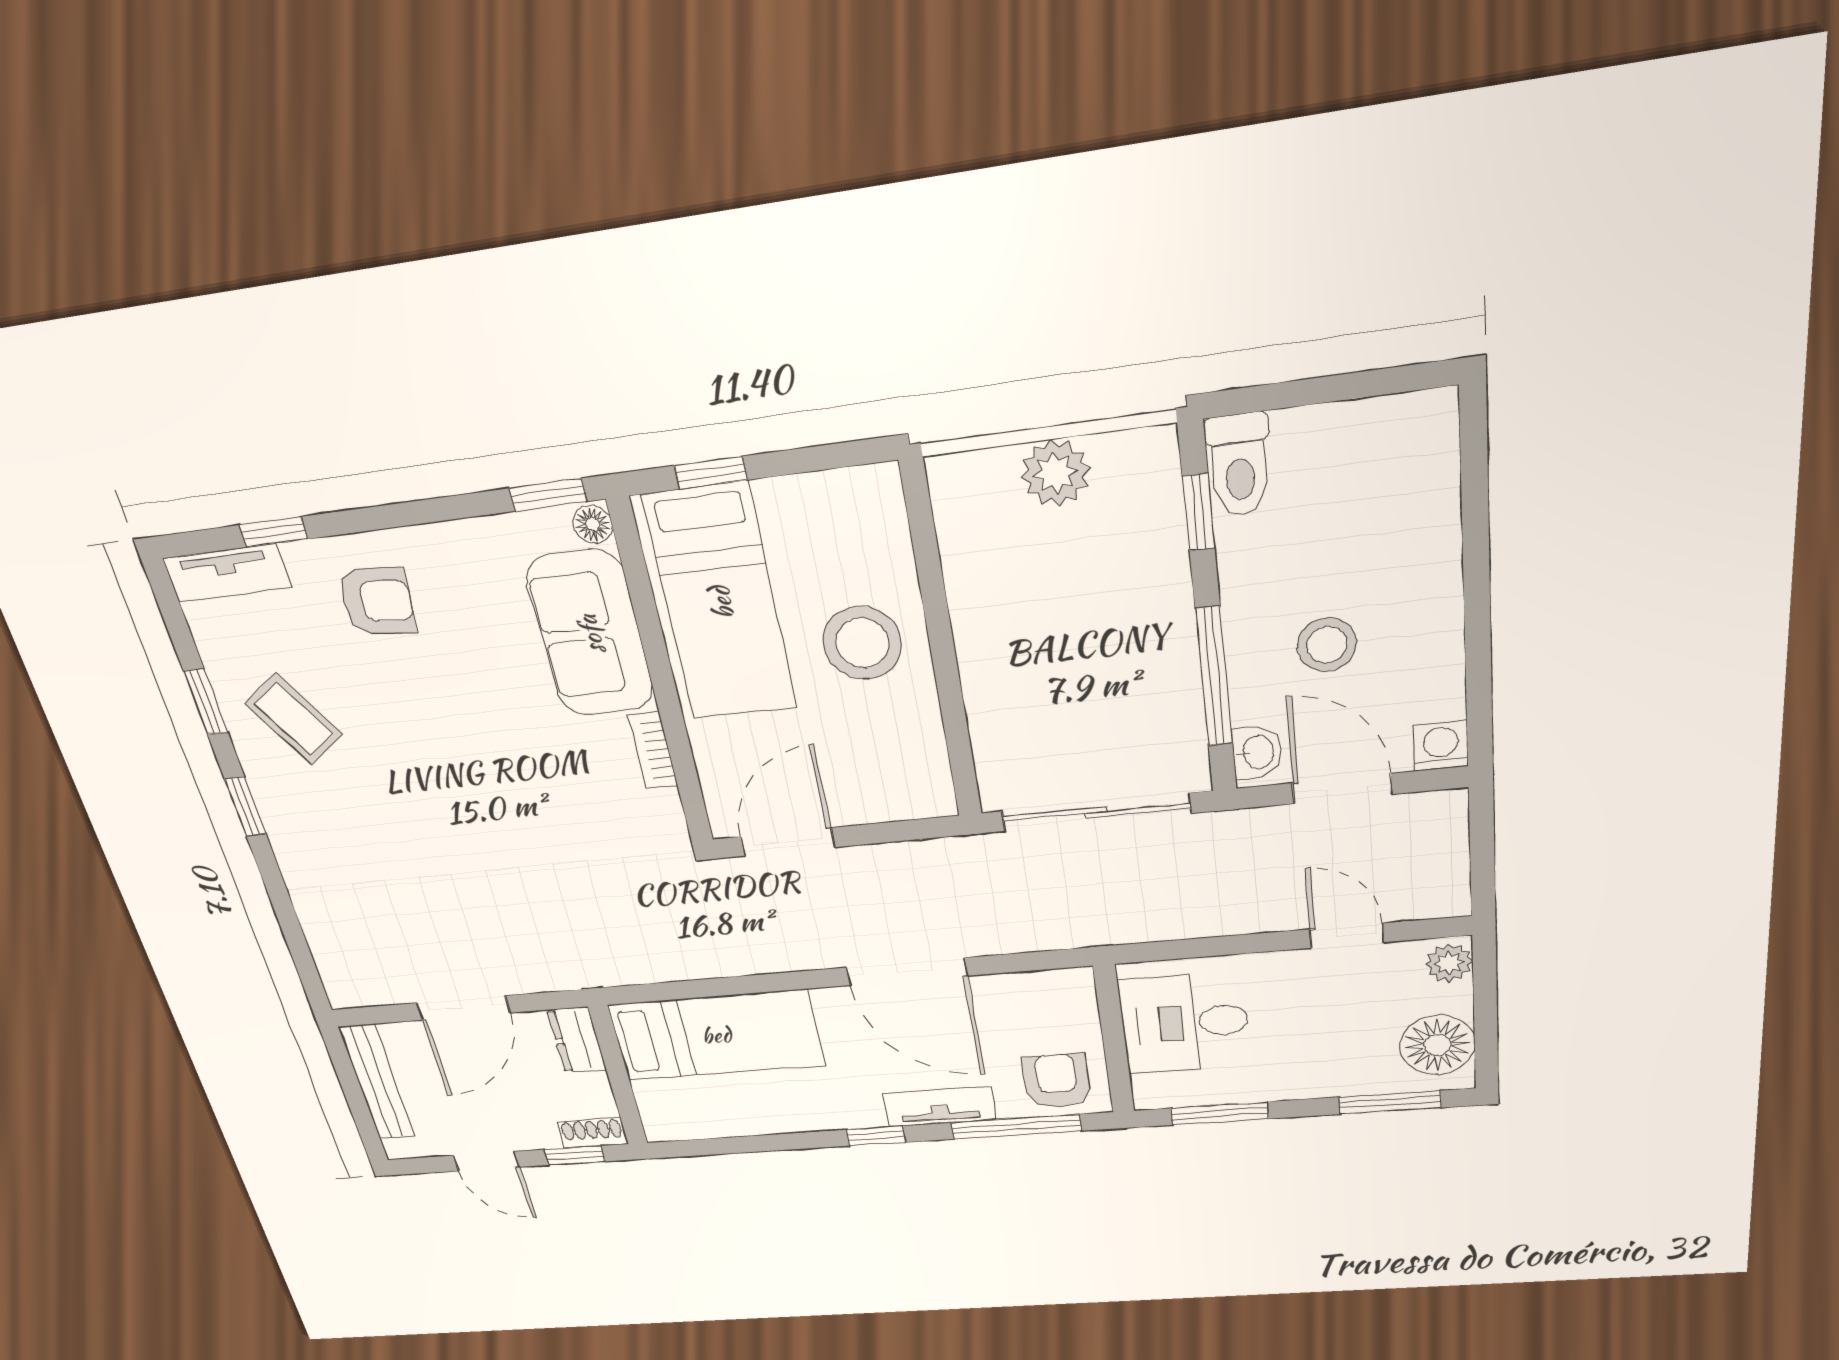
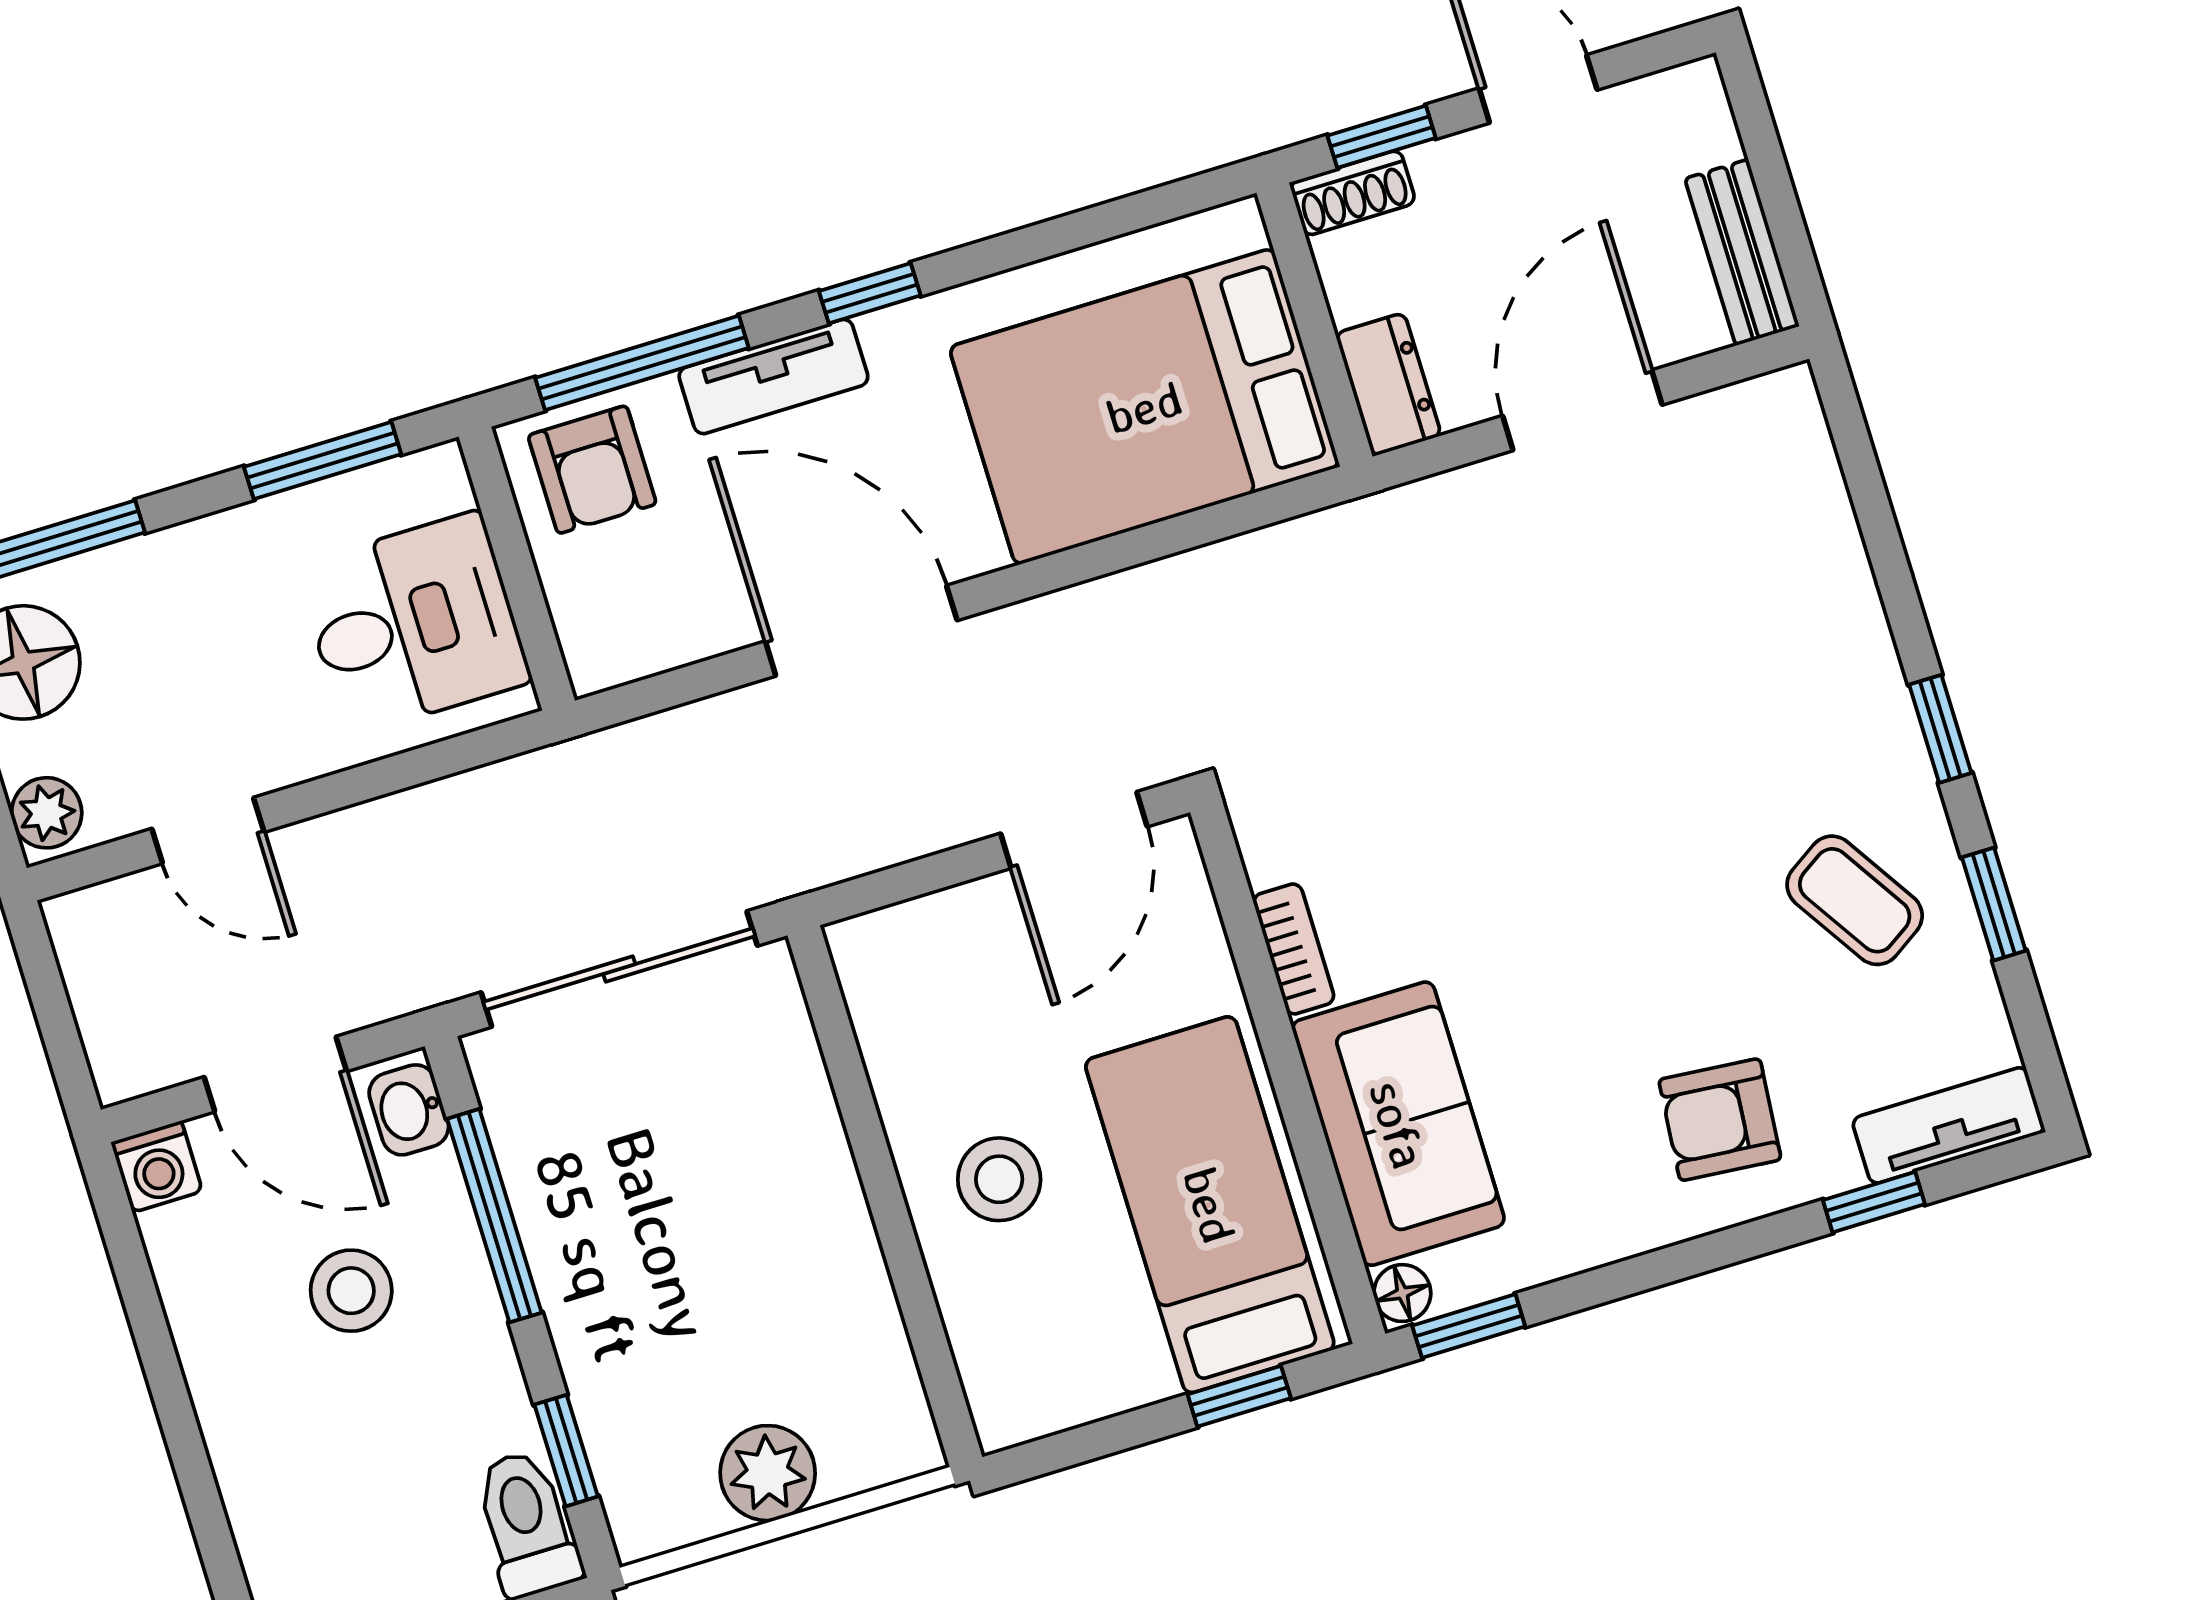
stool: (862, 643) -> (999, 1179), width x0.73, depth x0.73
bed: (716, 1035) -> (1144, 407), width x1.50
bench: (377, 1082) -> (1742, 252), width x0.73

